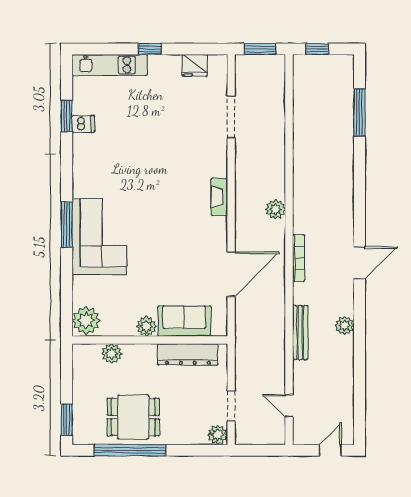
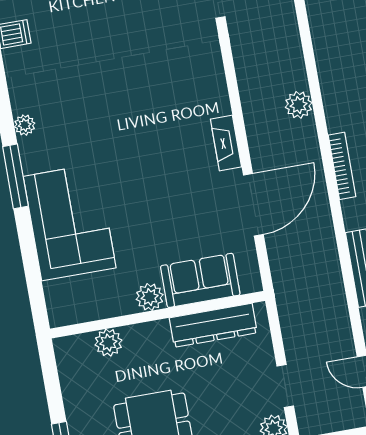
fireplace: (219, 197) -> (226, 143), moved
corner sofa: (99, 236) -> (70, 222), moved
plant: (86, 321) -> (25, 125), moved, width x0.53, depth x0.53

